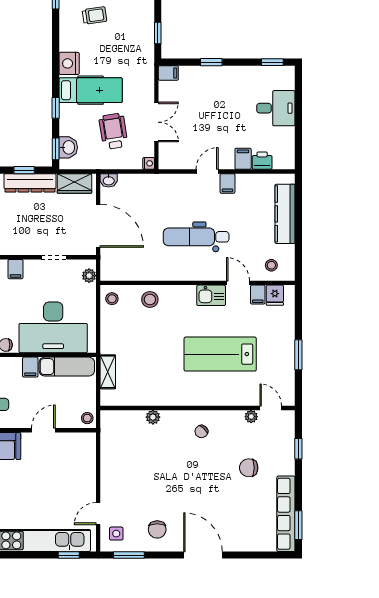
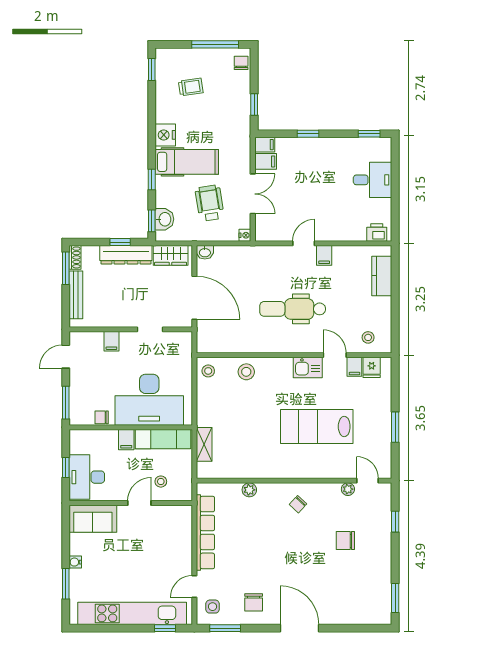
filing cabinet: (243, 159) -> (266, 161), moved, turned 90
printer: (262, 161) -> (377, 232), moved
kitchen counter: (285, 214) -> (382, 276), width x0.67
plant: (89, 276) -> (185, 348), removed
stool: (87, 418) -> (161, 482), moved
row of seats: (286, 514) -> (205, 532), moved, turned 180

